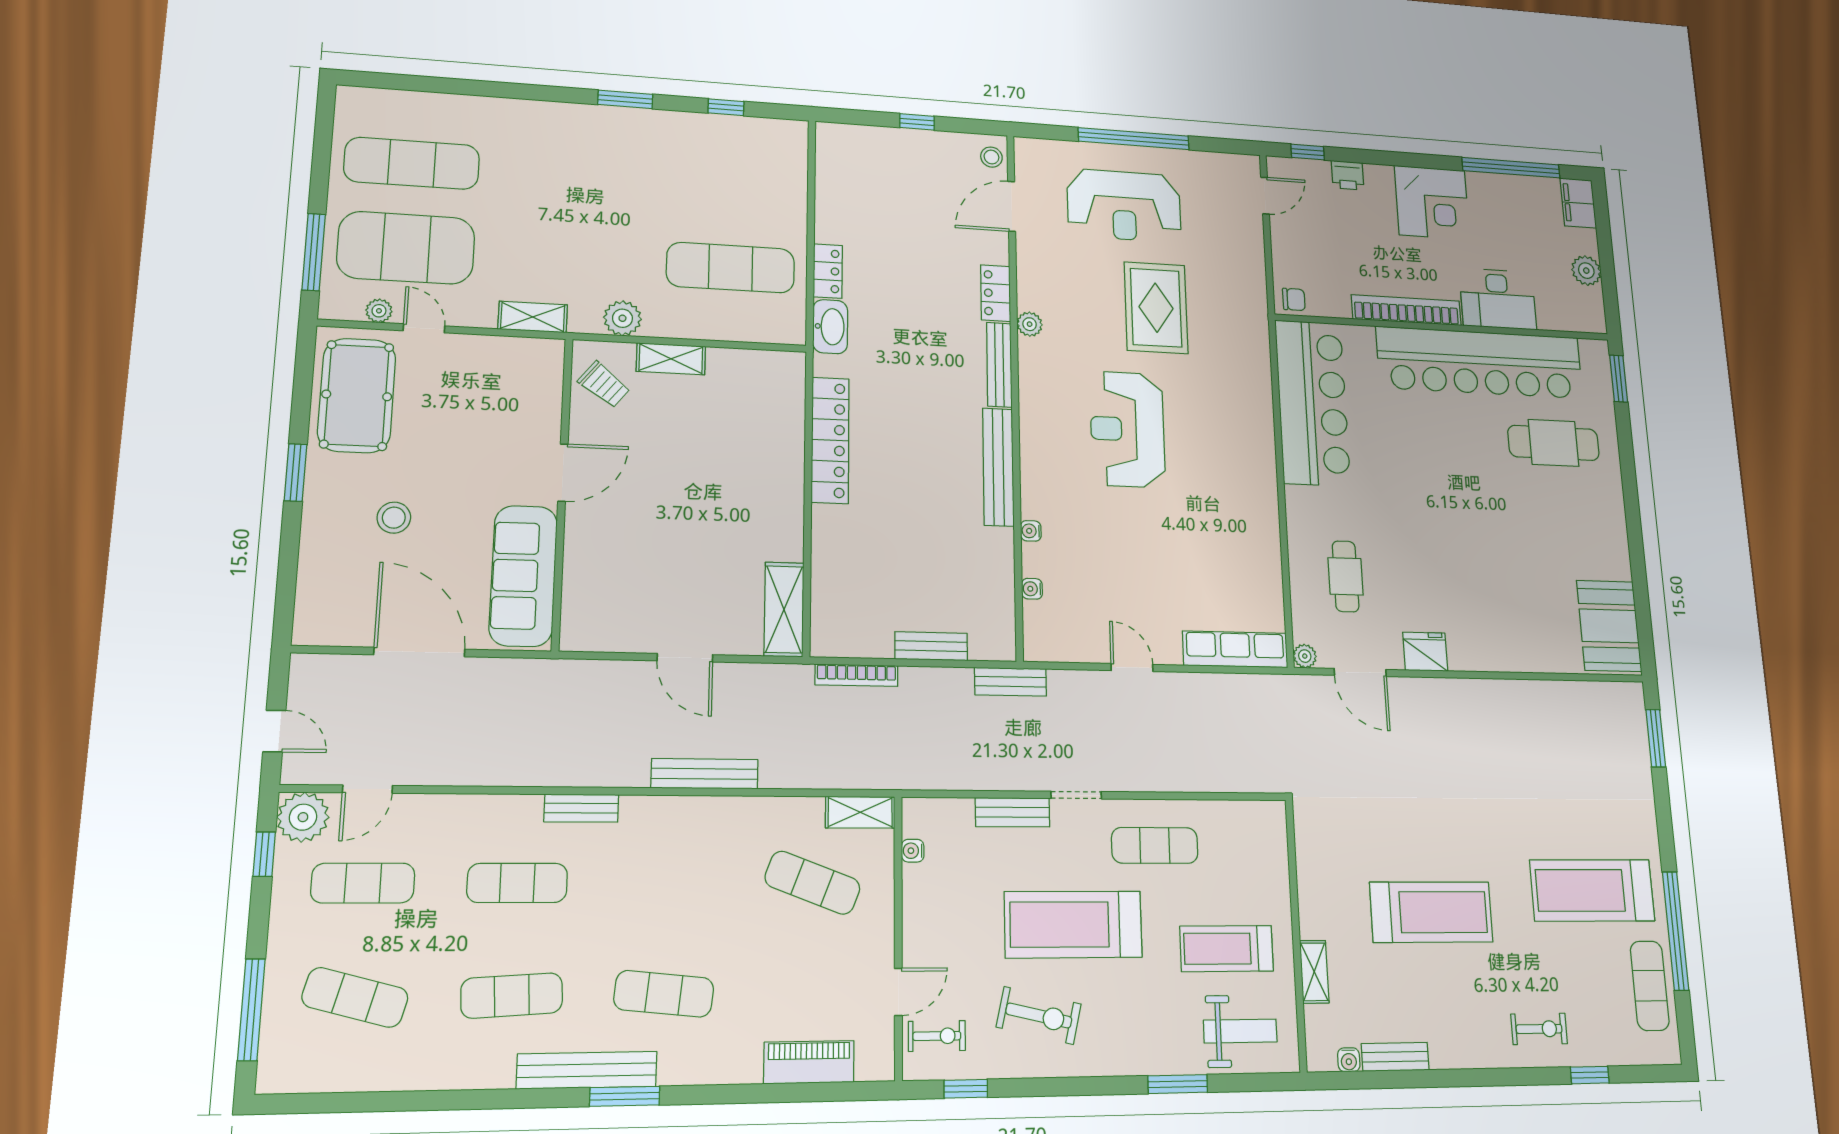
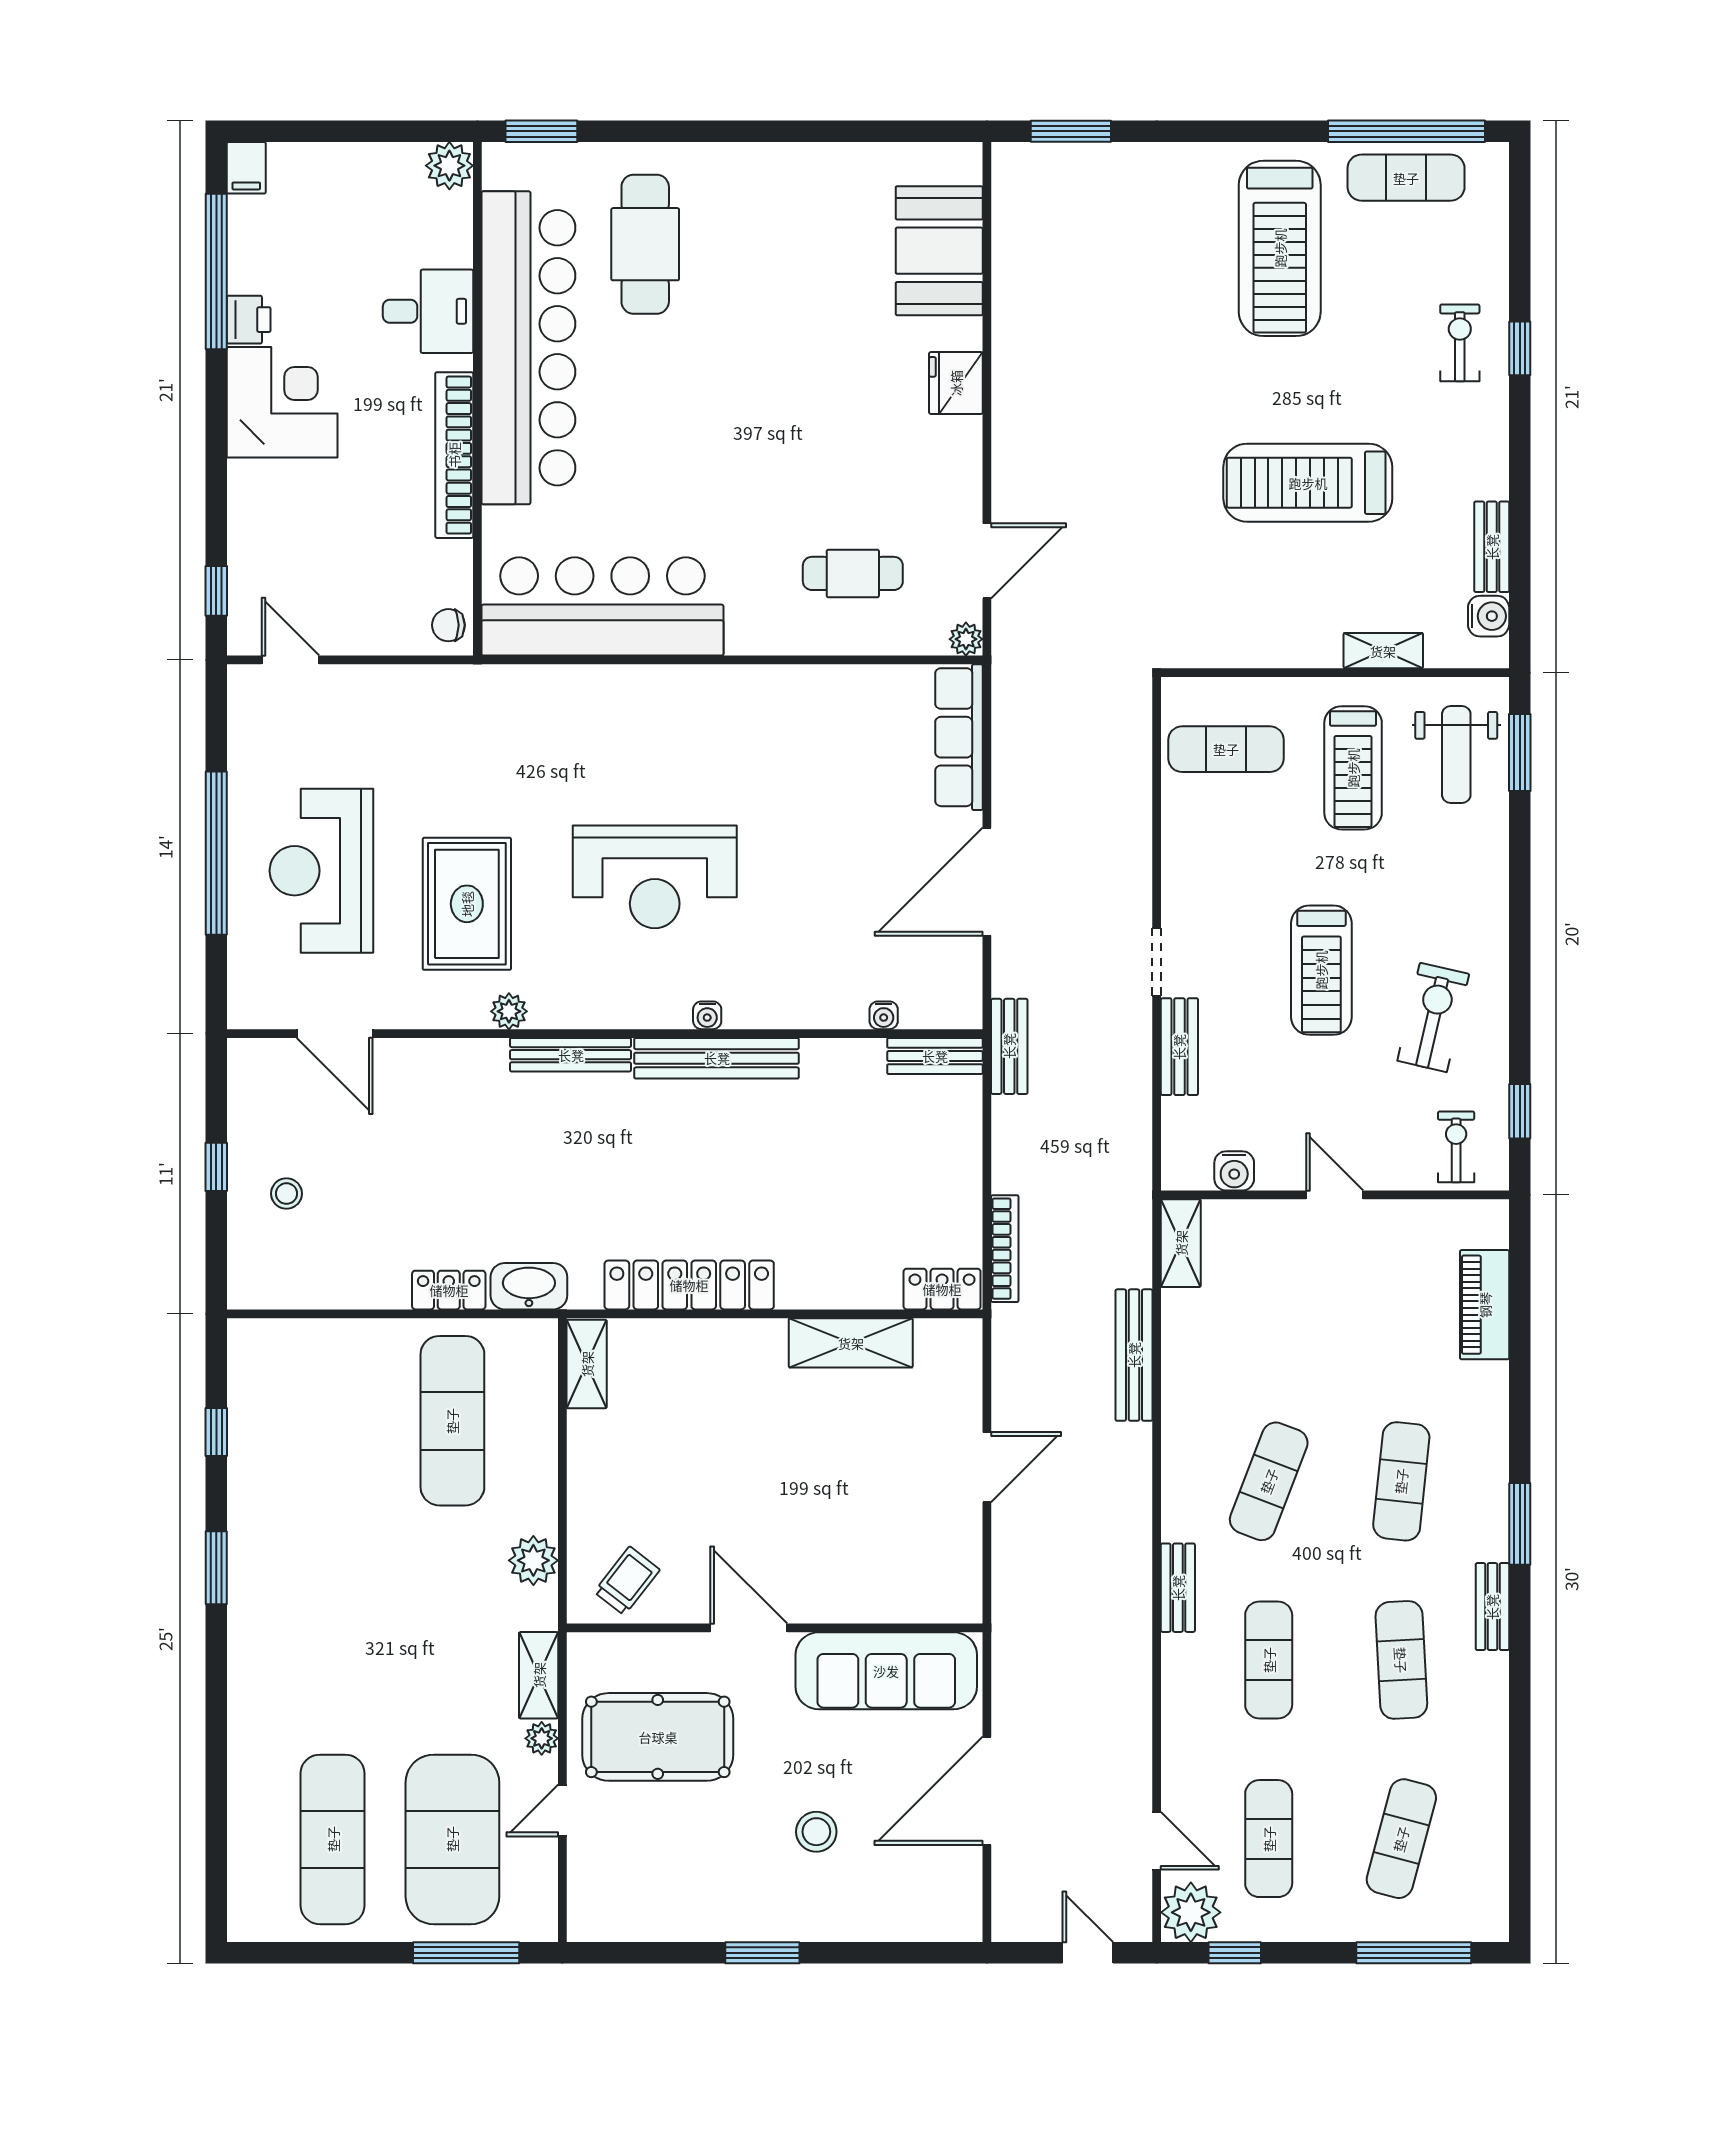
stool: (991, 157) -> (286, 1194), moved
printer: (1348, 175) -> (249, 320), moved
filing cabinet: (1578, 203) -> (246, 168), width x0.50
reception desk: (1124, 206) -> (321, 871), turned 180
plant: (1586, 271) -> (449, 166), moved
locker: (996, 293) -> (942, 1289), moved, turned 180
chair: (1294, 299) -> (448, 625), turned -90
desk: (1498, 299) -> (428, 311), width x0.73
rug: (1156, 308) -> (467, 904), moved, turned 90
plant: (379, 311) -> (542, 1738), moved
shelving: (671, 359) -> (587, 1364), moved
pool table: (357, 395) -> (658, 1737), moved
water cooler: (1031, 531) -> (707, 1015), moved
shelving: (784, 609) -> (851, 1343), moved
booth: (1609, 626) -> (939, 251), moved, turned 90
bench: (931, 646) -> (935, 1056), moved, turned 90
fridge: (1425, 652) -> (956, 383), moved
door: (1132, 667) -> (987, 882), width x1.88
door: (274, 731) -> (1088, 1953), hinge flipped
bench: (705, 774) -> (1134, 1355), moved
exercise mat: (1155, 845) -> (1226, 749), moved, turned 90
water cooler: (913, 851) -> (1234, 1171), width x1.38, depth x1.38
exercise mat: (812, 883) -> (1269, 1481), moved
treadmill: (1431, 912) -> (1308, 483), turned -90
treadmill: (1073, 924) -> (1321, 970), width x0.73, depth x0.73
window: (1675, 931) -> (1407, 131), moved
door: (898, 992) -> (1335, 1195), moved
weight bench: (1240, 1031) -> (1456, 755), turned 180
water cooler: (1349, 1060) -> (1489, 616), width x1.38, depth x1.38
bench: (587, 1070) -> (1492, 1607), width x0.54, depth x0.82
window: (1590, 1075) -> (1520, 348), moved
window: (1178, 1084) -> (1520, 752), moved

